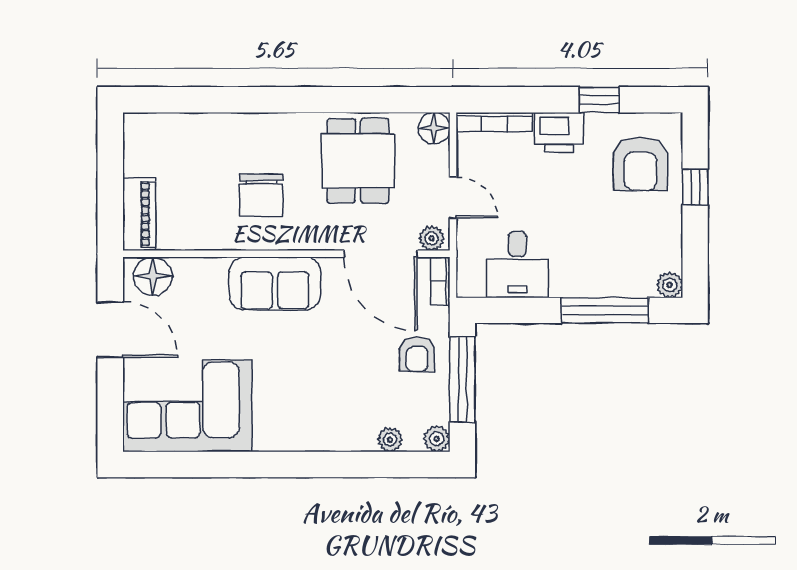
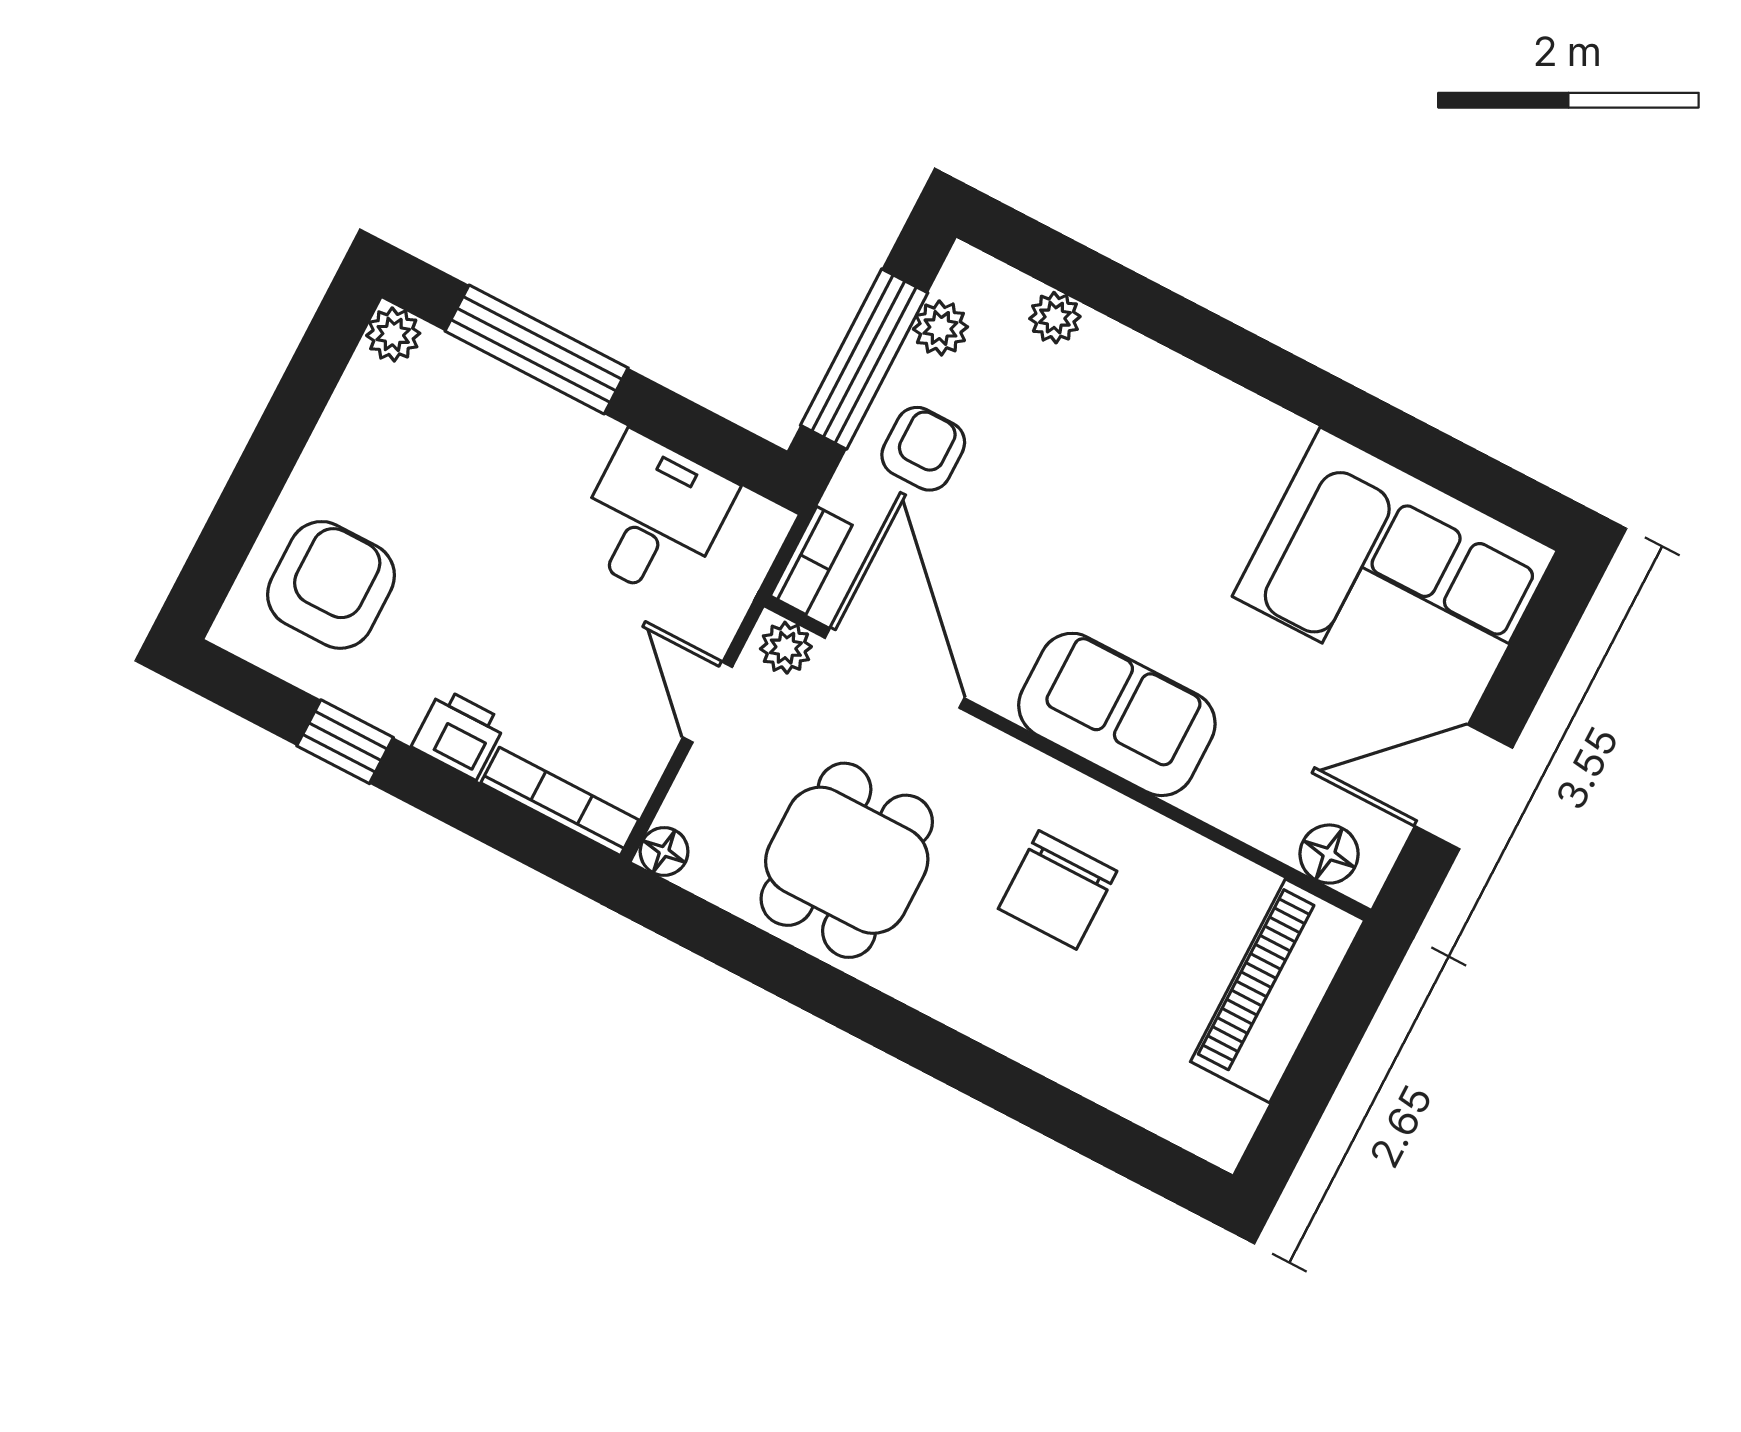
floor lamp: (434, 128) -> (664, 851), width x0.73, depth x0.73
printer: (559, 132) -> (459, 734), width x0.73, depth x0.81
window: (695, 187) -> (253, 490), removed
chair: (261, 195) -> (1058, 890), turned 180
piano: (139, 214) -> (1278, 991), width x1.37, depth x1.33
floor lamp: (153, 276) -> (1329, 854), width x0.73, depth x0.73
door: (110, 330) -> (1464, 787), hinge flipped
plant: (437, 439) -> (940, 328), moved

